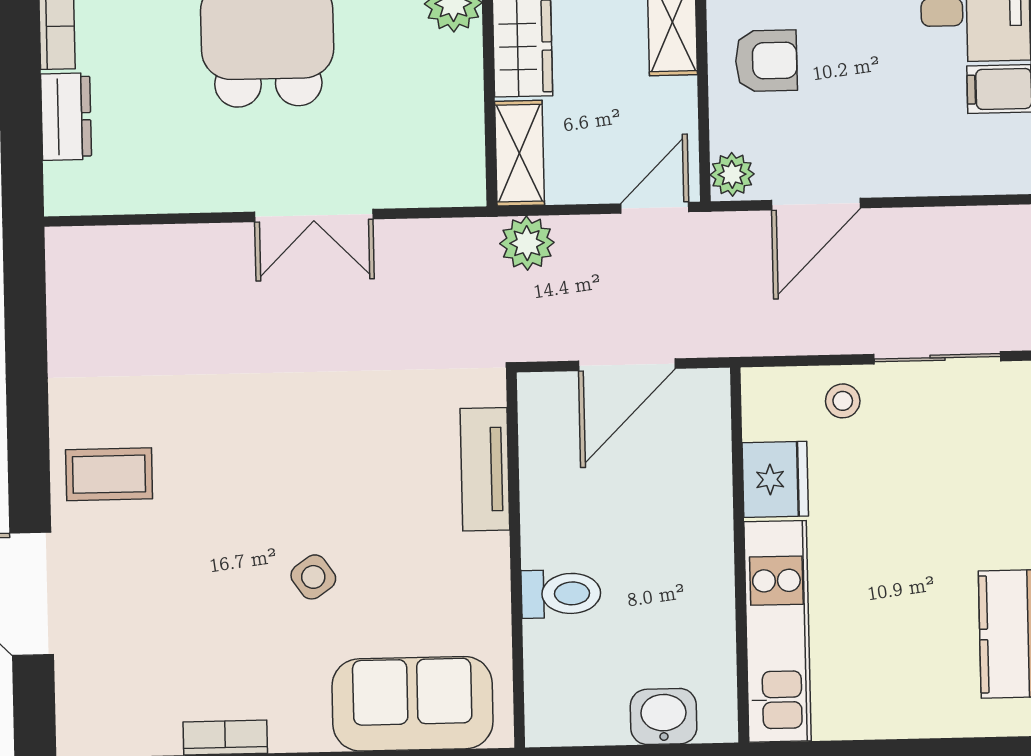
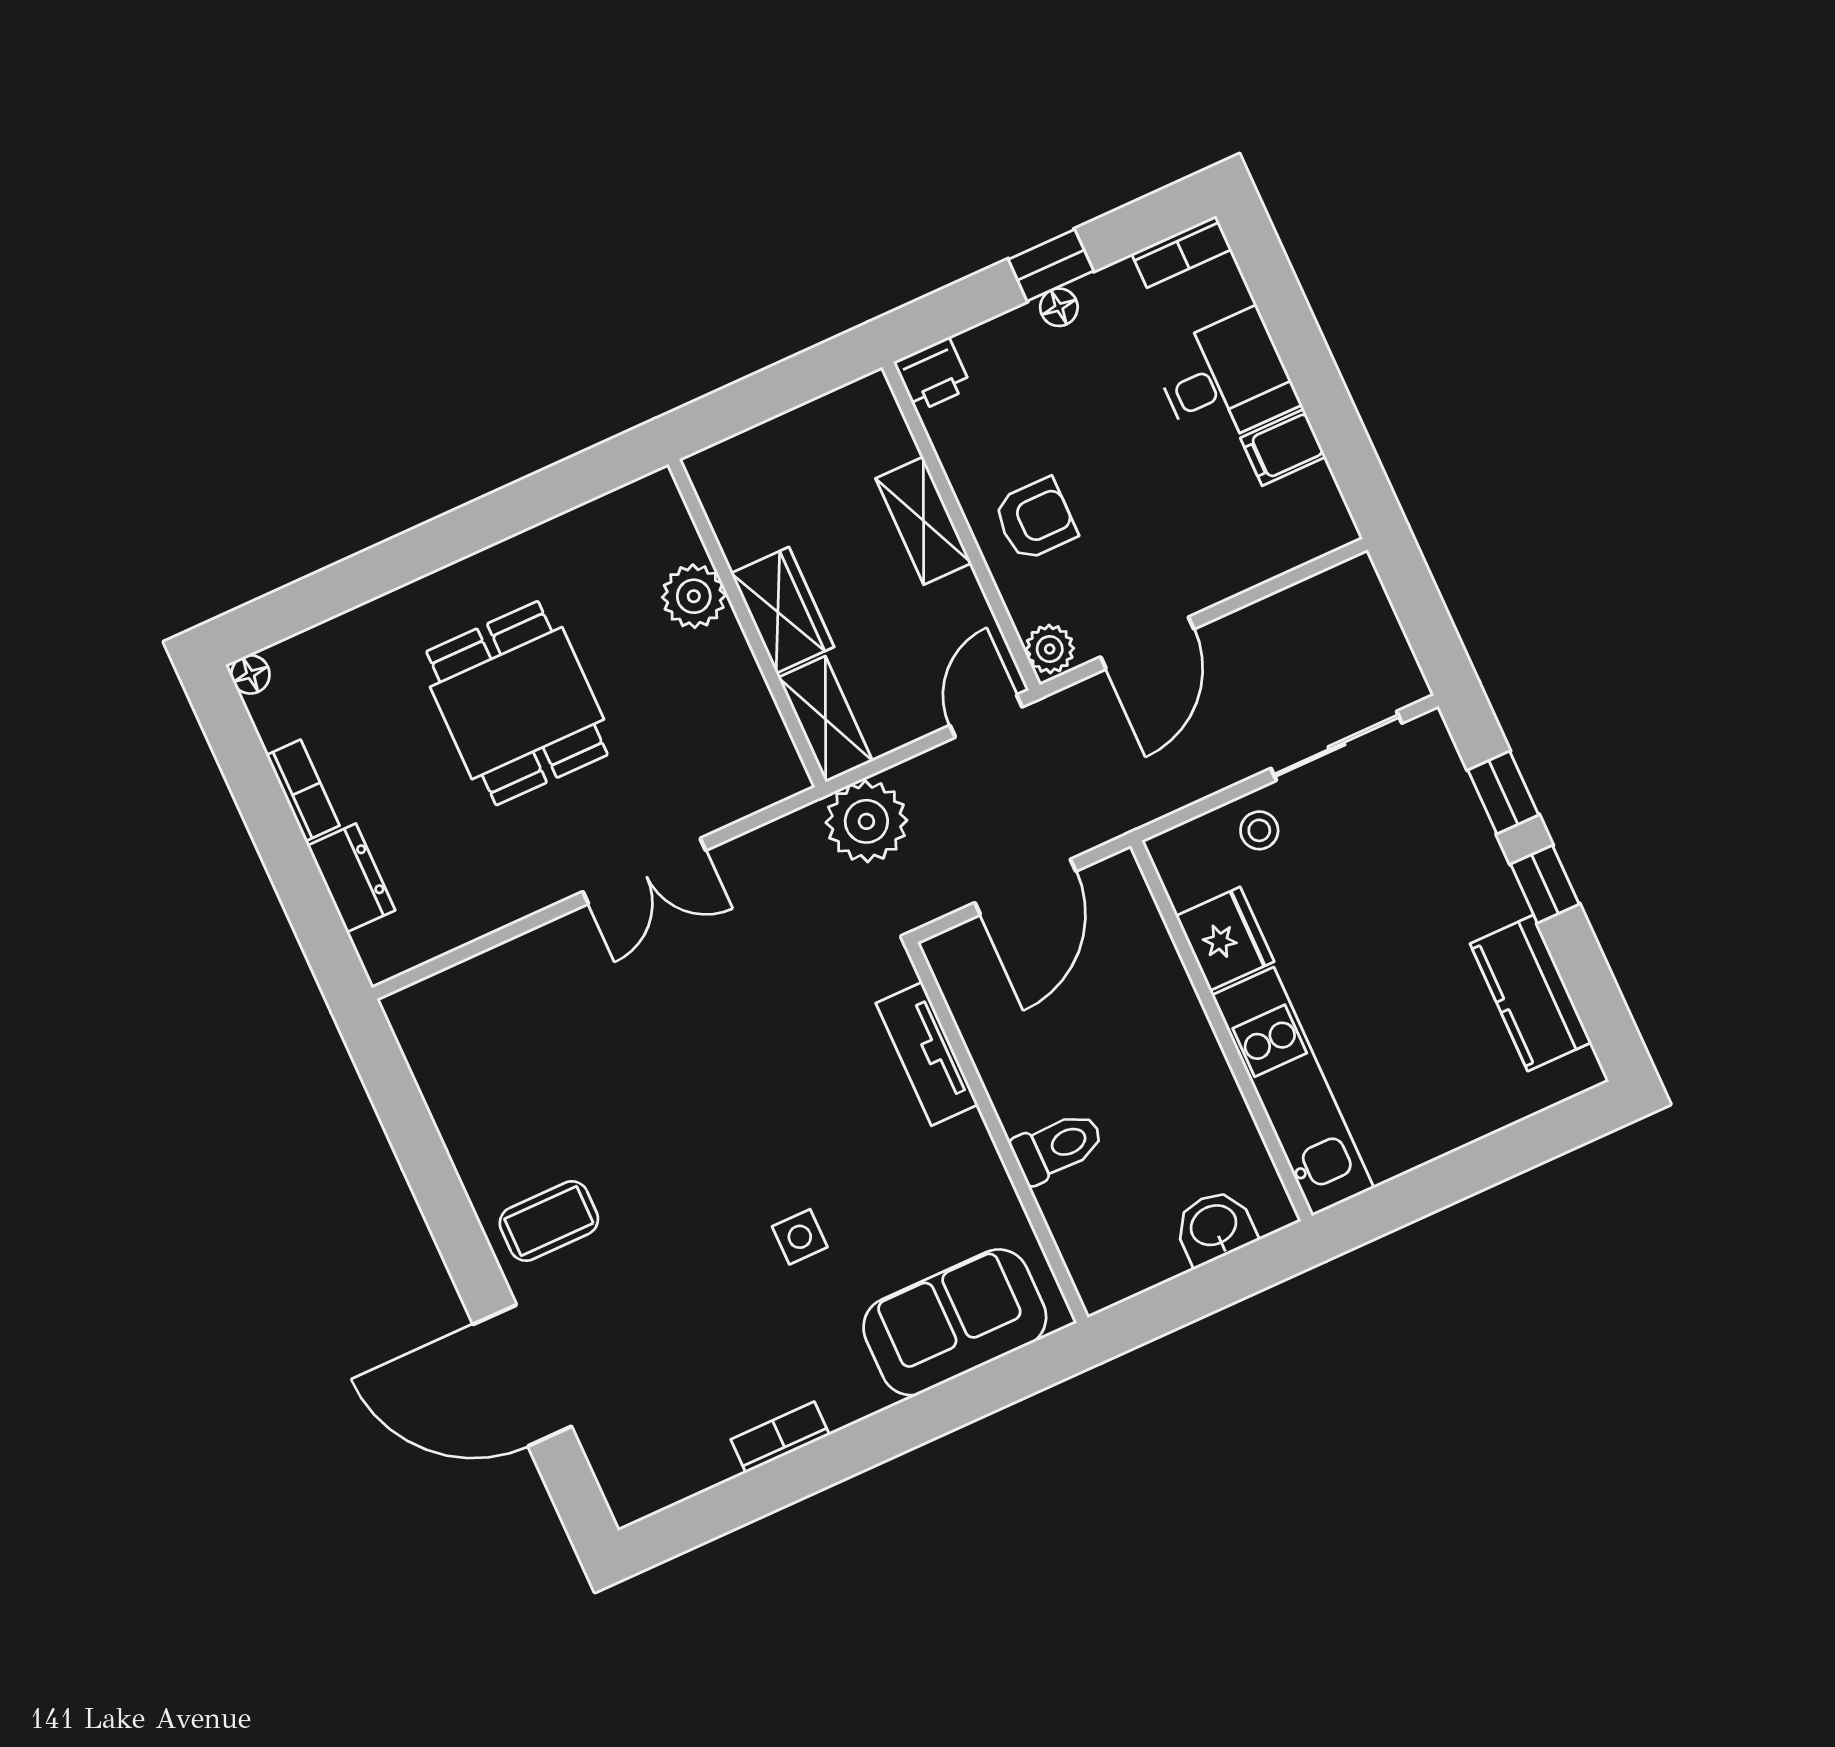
plant: (527, 243) -> (866, 821), width x1.36, depth x1.36
side table: (313, 577) -> (800, 1237), turned 35

